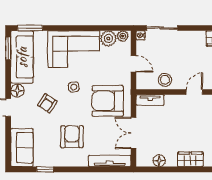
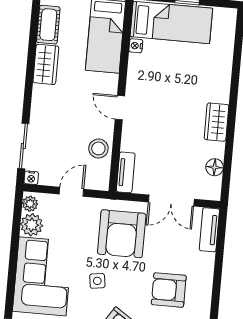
tv unit: (110, 161) -> (209, 230), width x0.71

